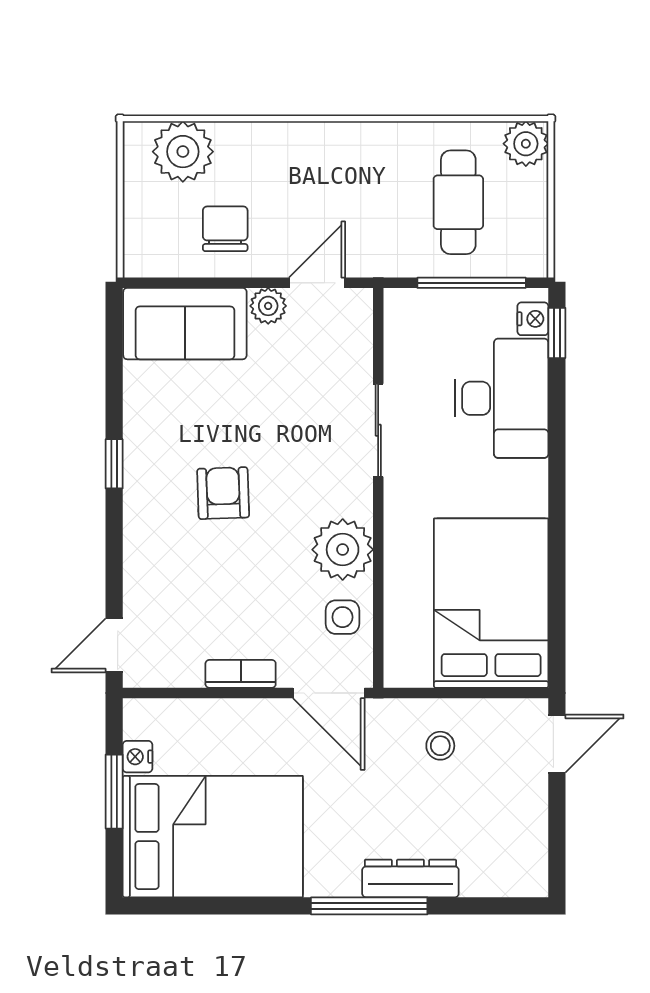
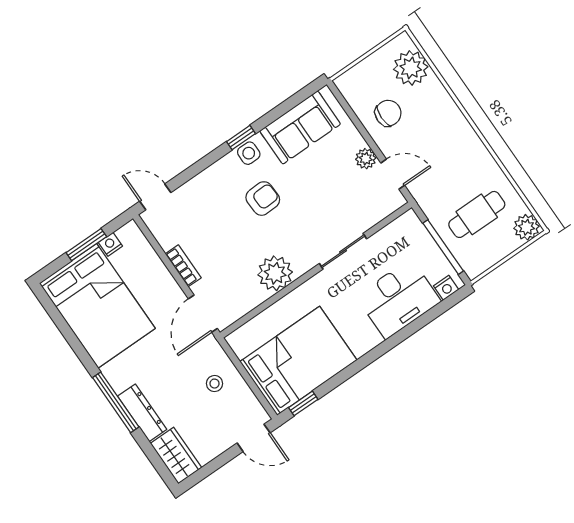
sofa: (185, 324) -> (300, 127), moved, turned -90
window: (557, 333) -> (303, 403), moved
side table: (342, 617) -> (249, 153), moved
wardrobe: (505, 872) -> (176, 456), added

